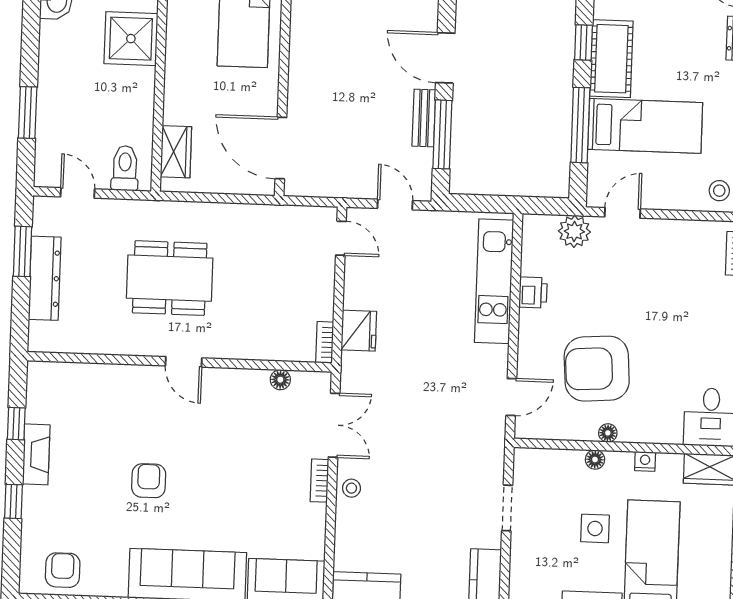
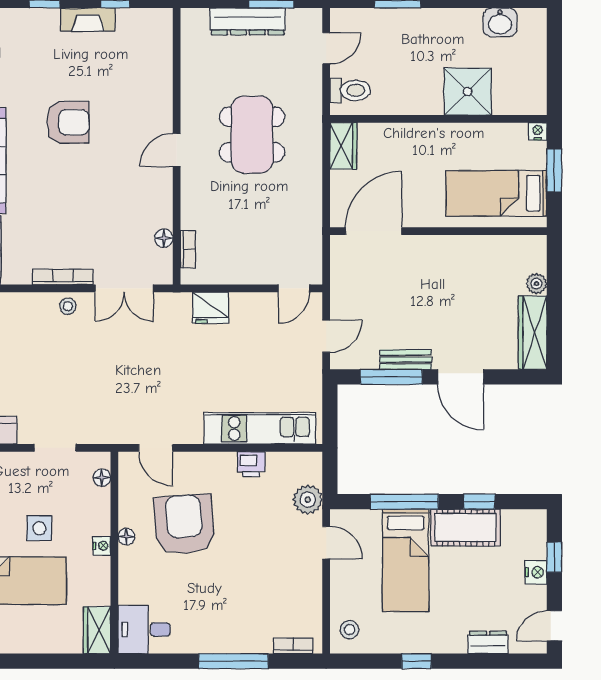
door: (445, 58) -> (461, 377), swing flipped
wardrobe: (176, 152) -> (343, 146), moved, turned -90
bookcase: (325, 342) -> (188, 249), moved, turned 90
floor lamp: (595, 460) -> (102, 478), moved
nightstand: (645, 461) -> (102, 546), moved
armchair: (149, 481) -> (68, 122), width x1.38, depth x1.38
bookcase: (319, 481) -> (63, 277), width x1.56

